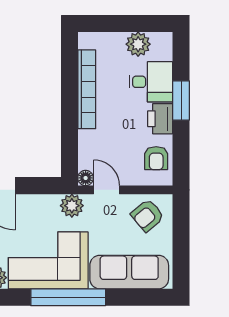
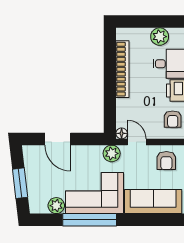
armchair: (147, 215) -> (166, 161), turned -50
window: (68, 297) -> (90, 220), moved

